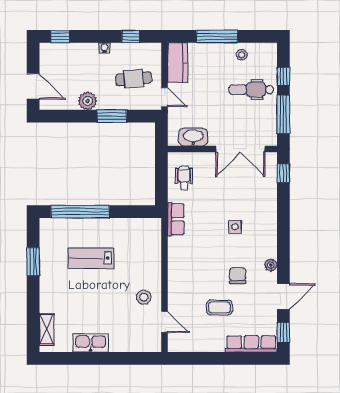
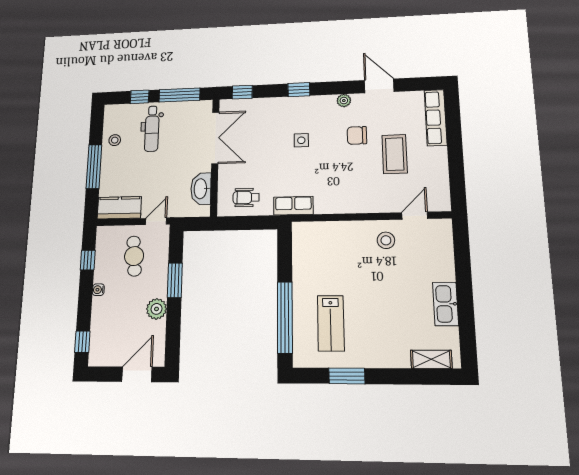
lab bench: (91, 258) -> (331, 323), moved
coffee table: (219, 307) -> (395, 154), width x1.36, depth x1.30
window: (283, 332) -> (299, 90), moved

